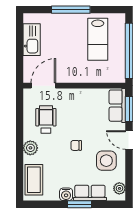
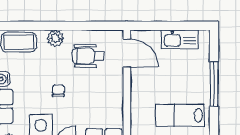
wheelchair: (46, 119) -> (88, 56), turned 180

